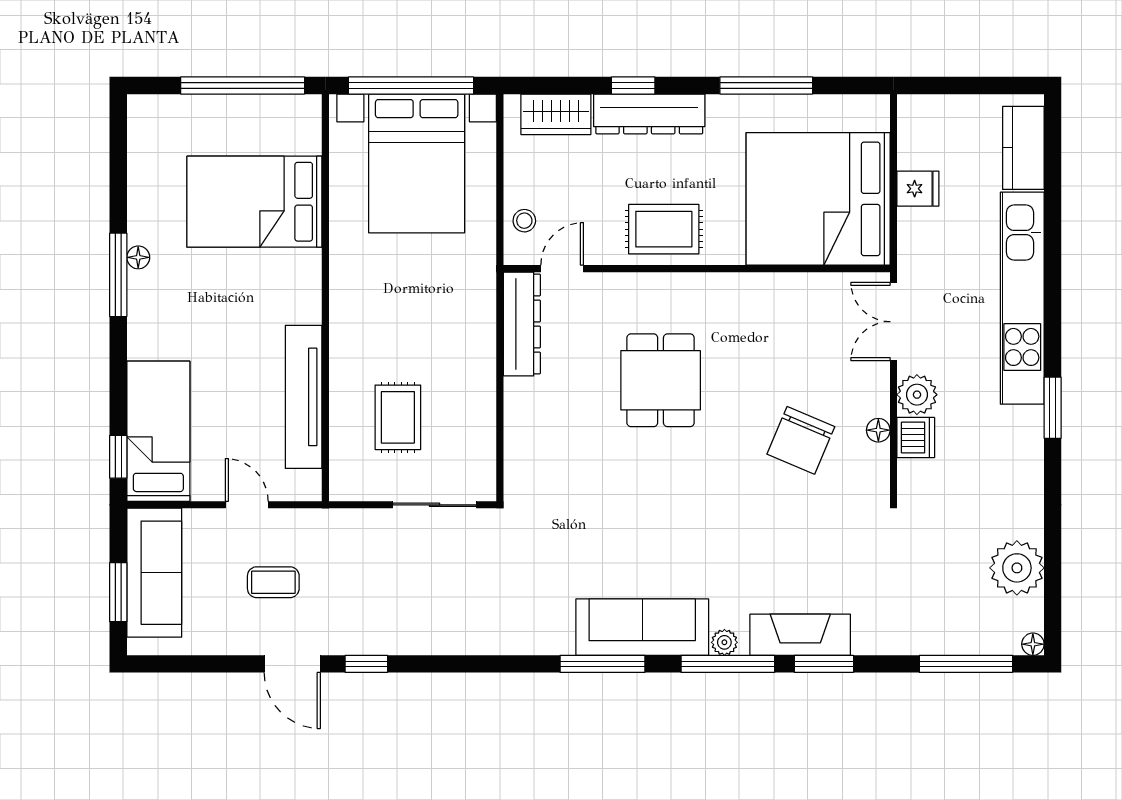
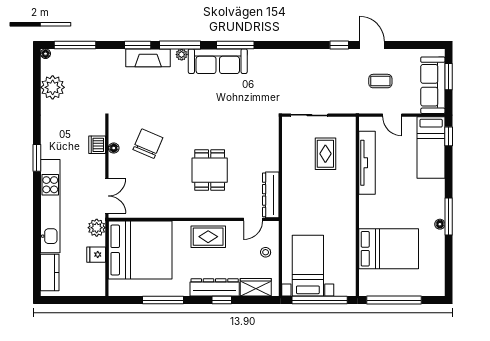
bed with nightstands: (417, 163) -> (308, 266), width x0.73
stool: (524, 221) -> (266, 252), moved
plant: (917, 395) -> (97, 228), moved

